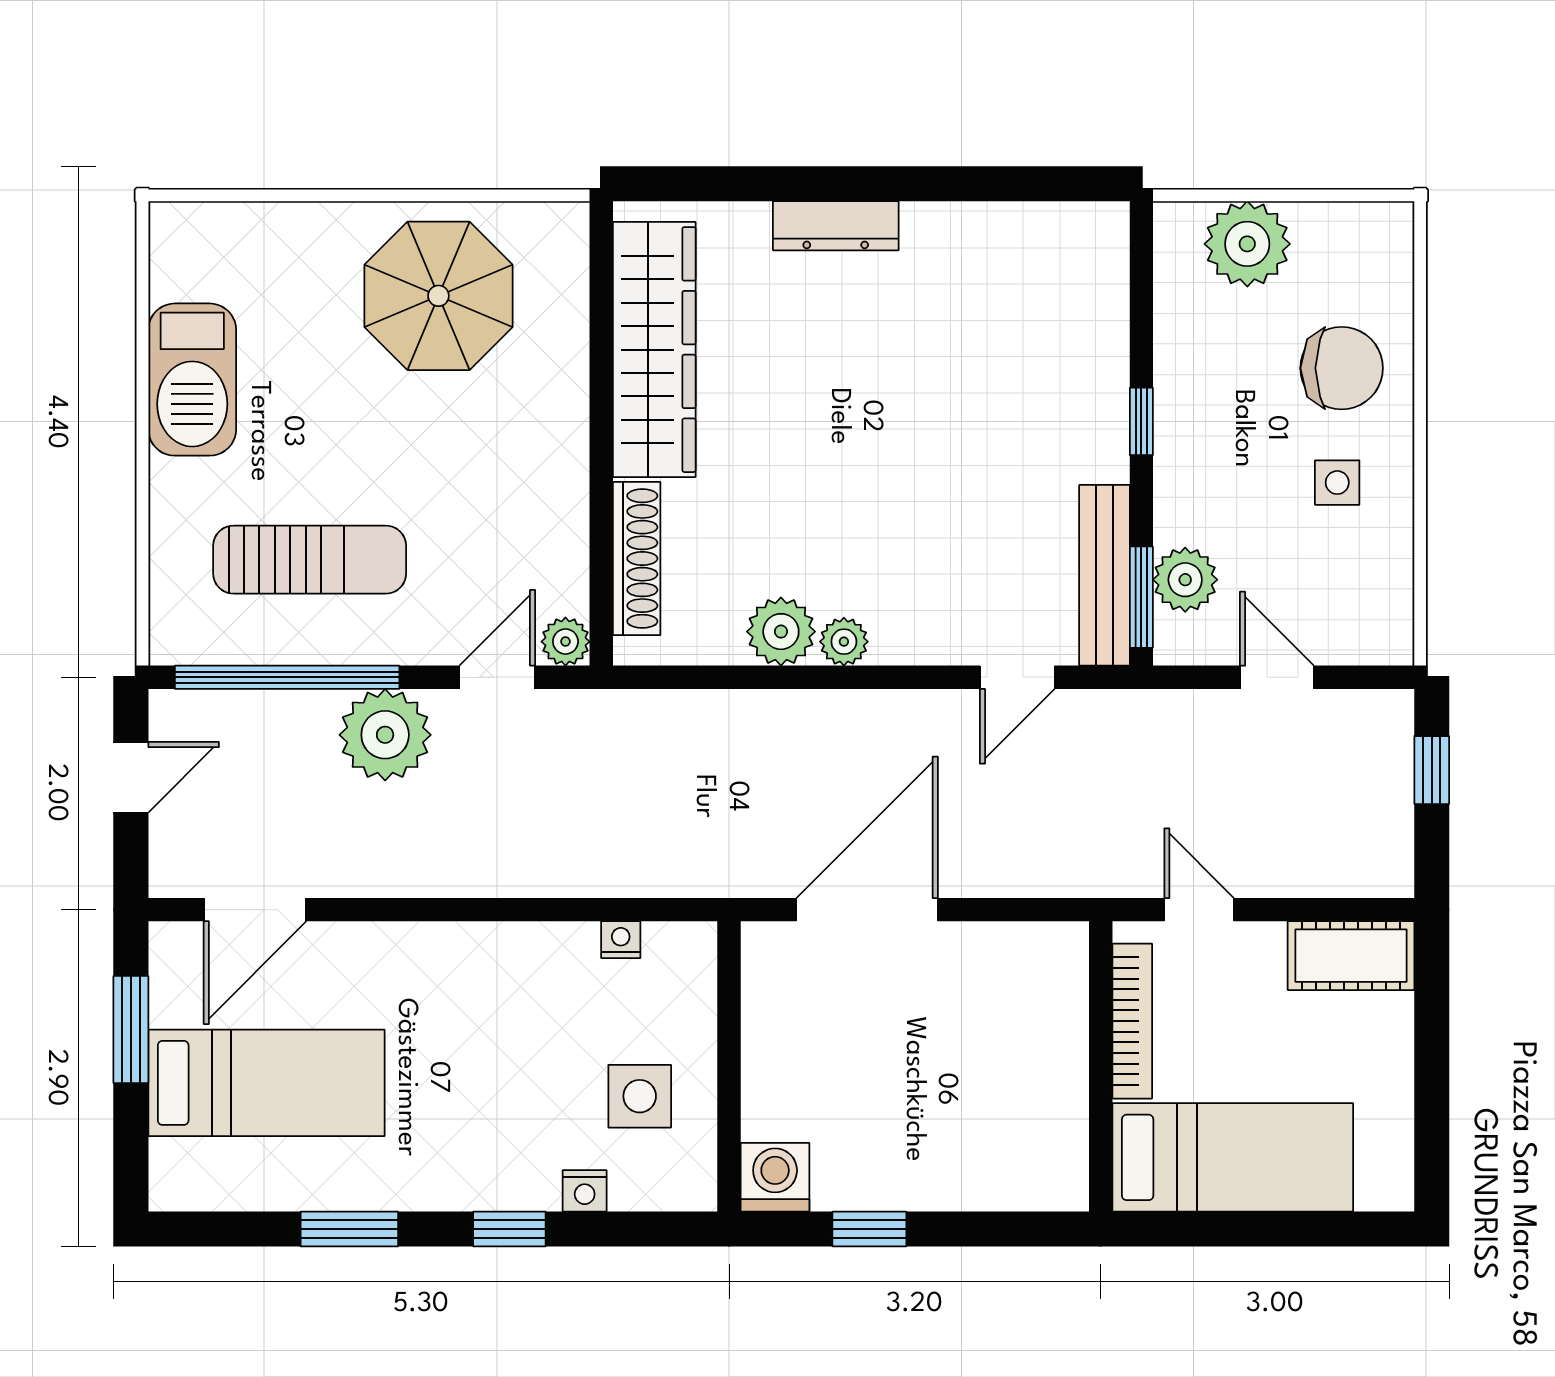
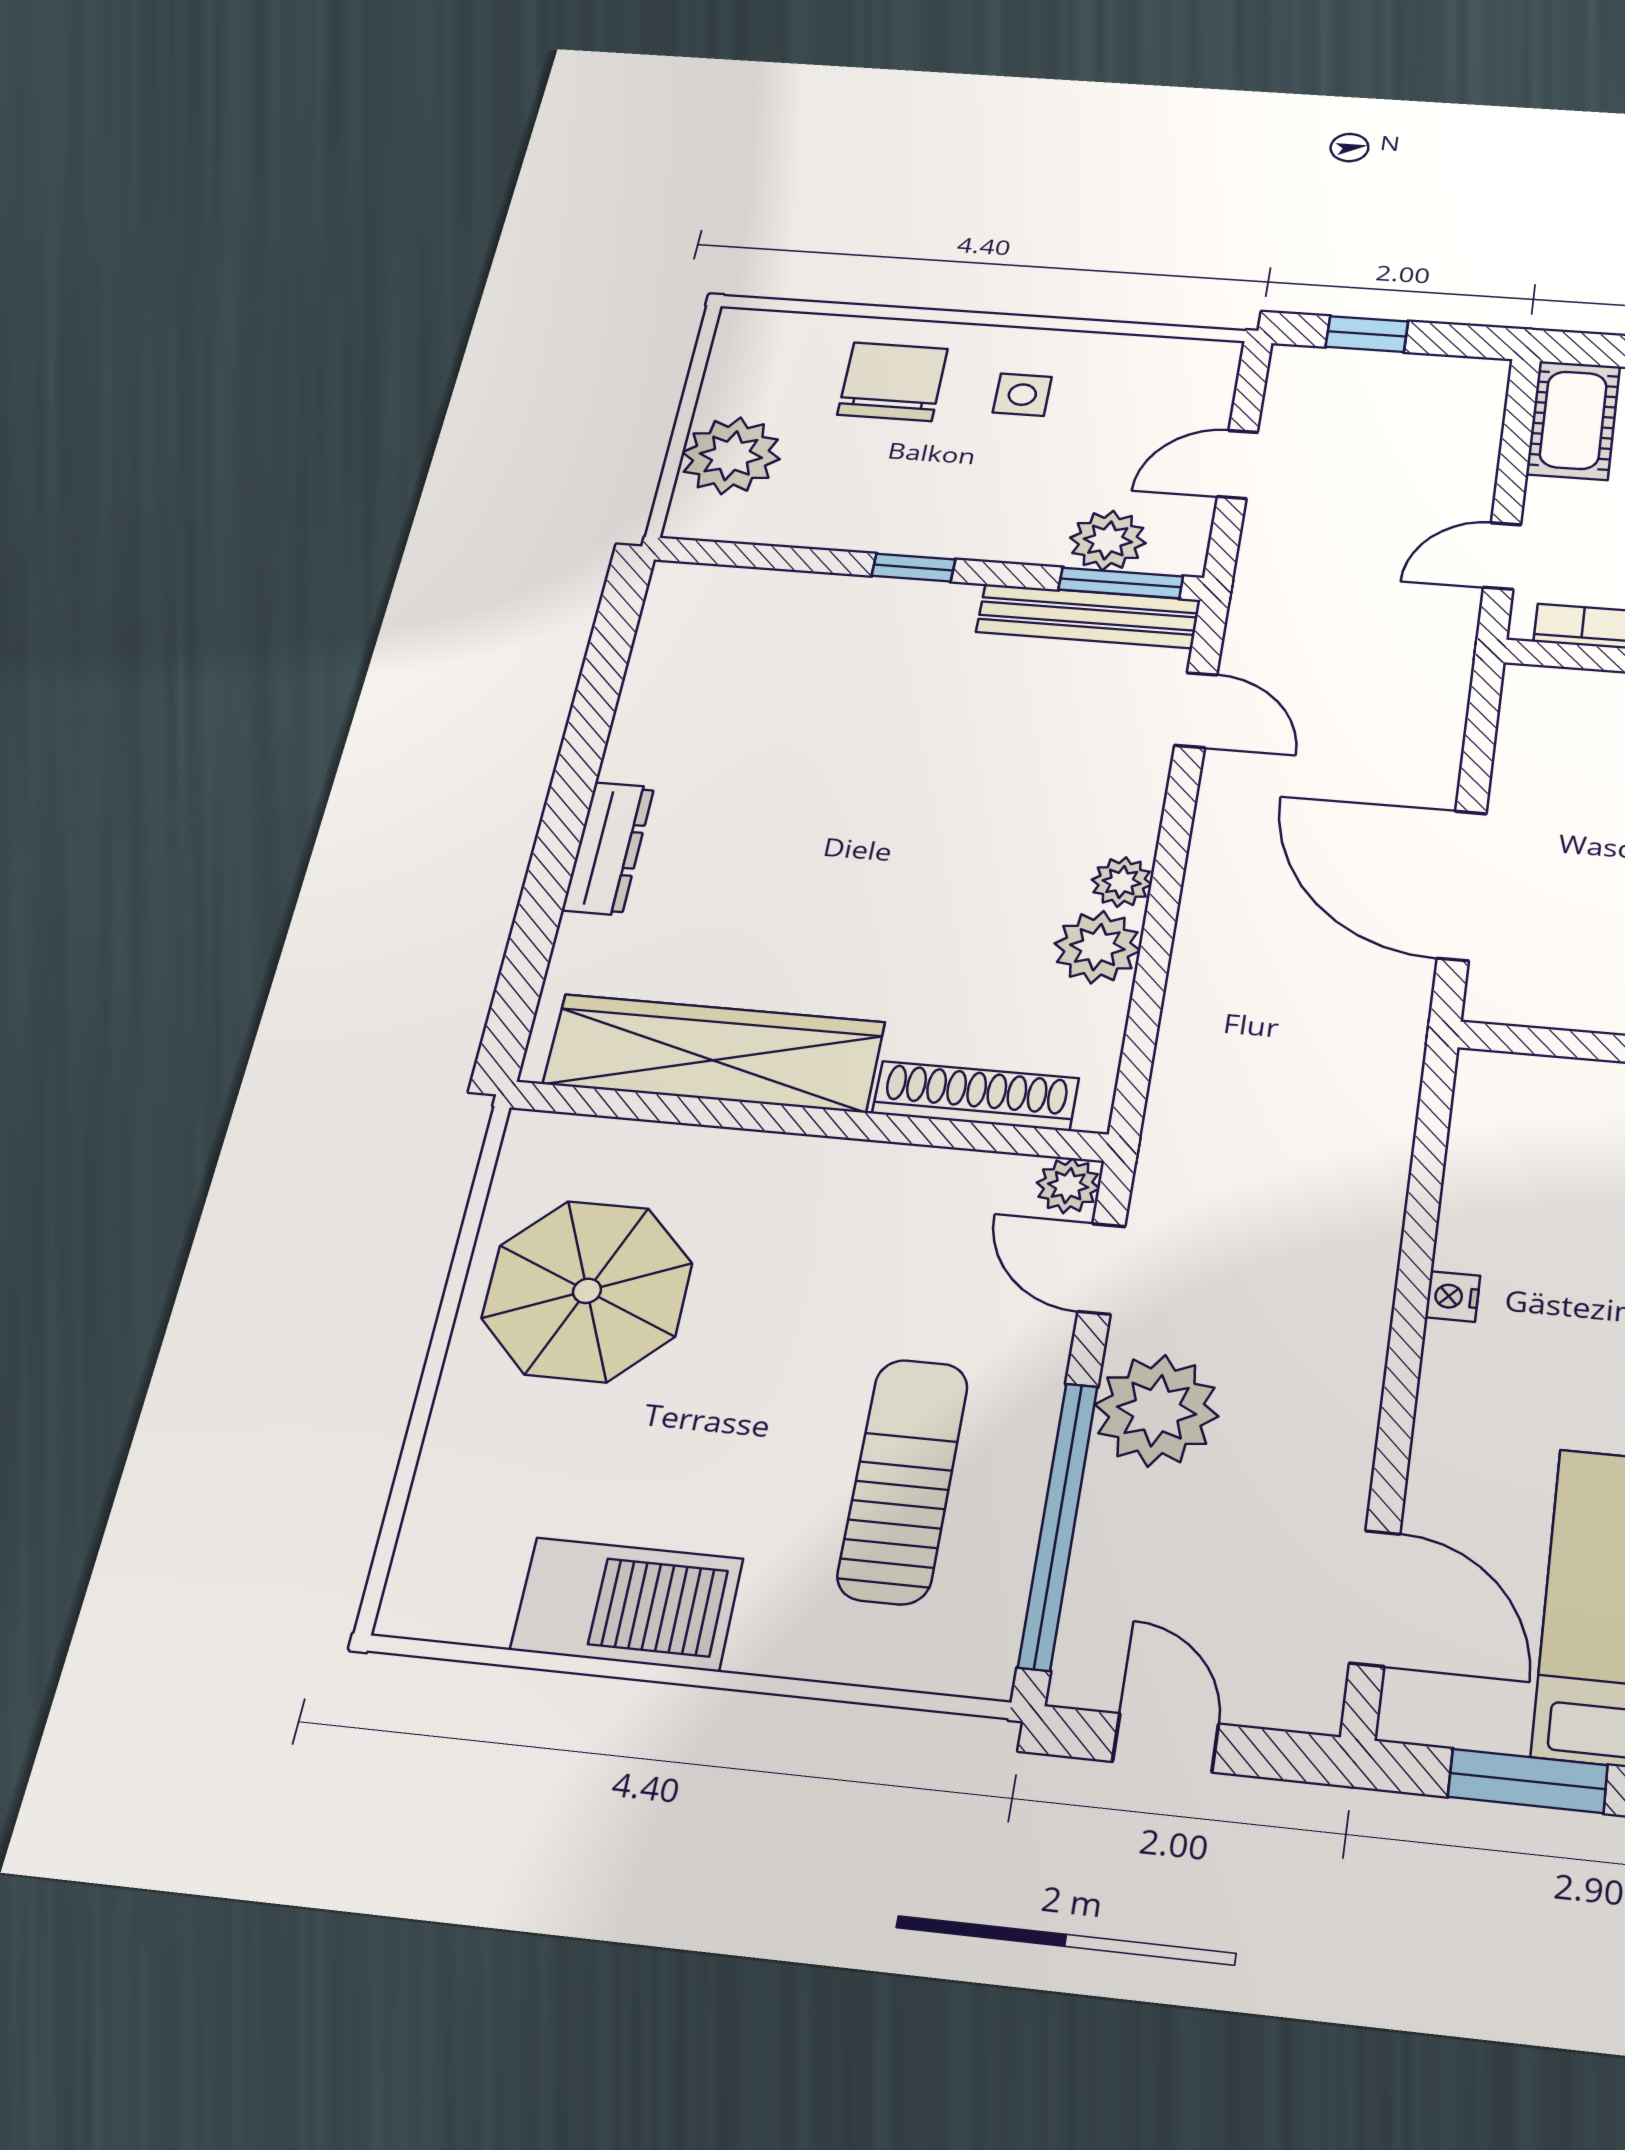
nightstand: (621, 940) -> (1453, 1297), moved

